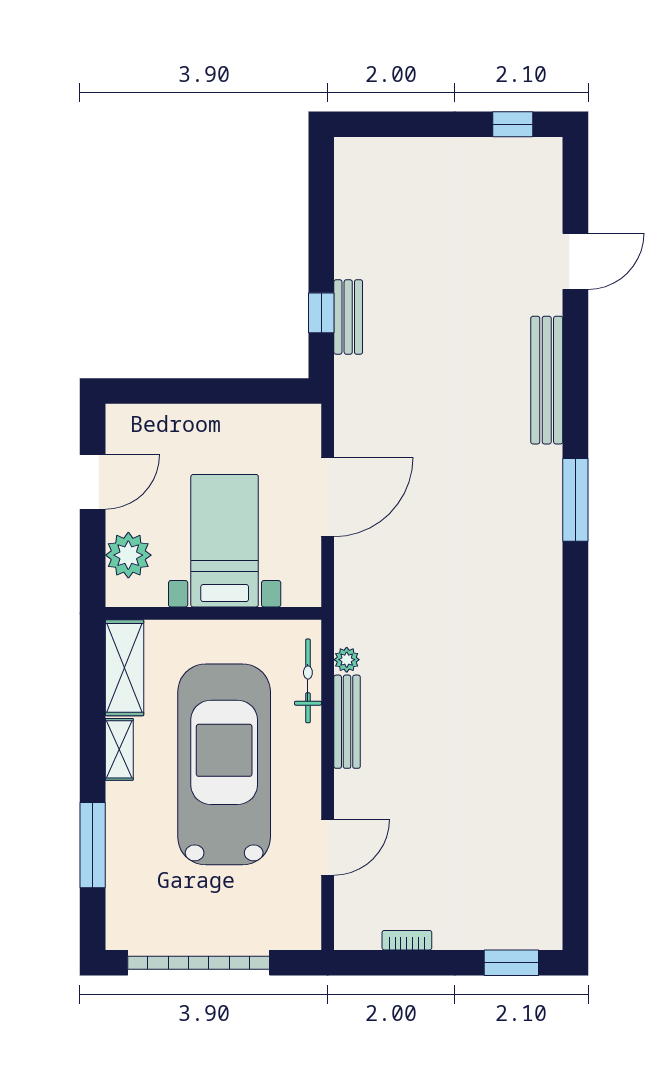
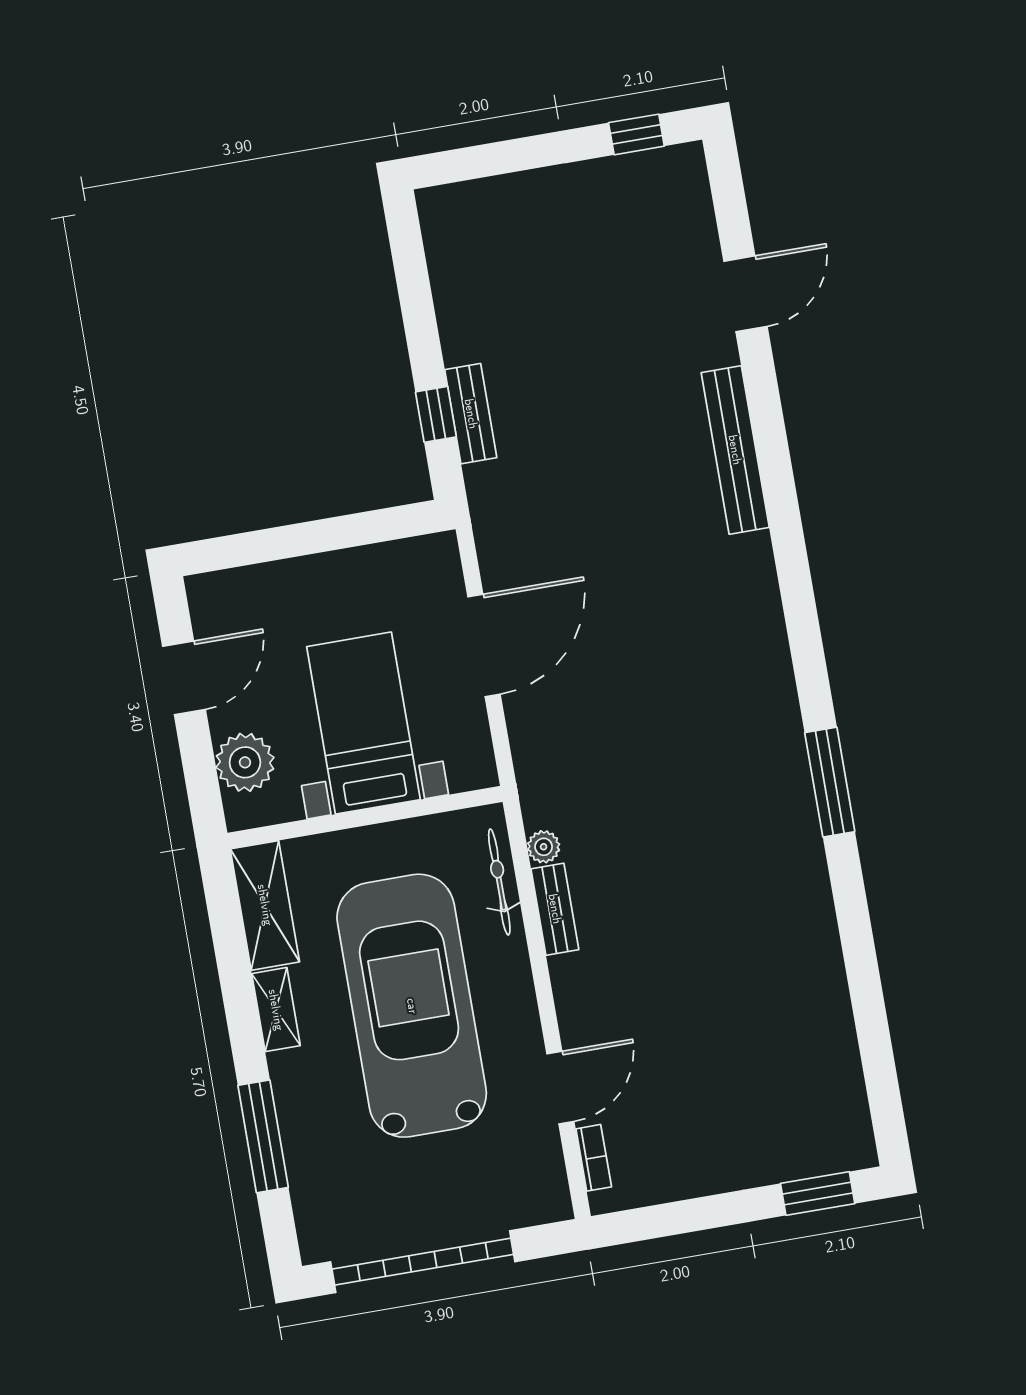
window: (575, 500) -> (830, 782), moved
bench: (347, 722) -> (555, 909), width x0.73
bookcase: (407, 940) -> (594, 1158), moved, turned 90

